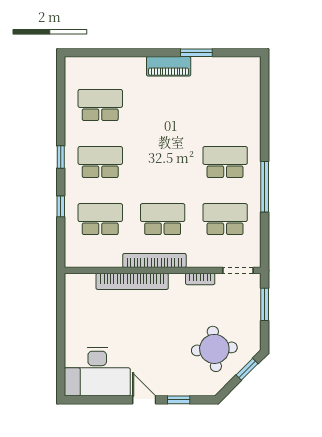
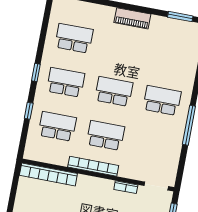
window: (196, 53) -> (180, 17), moved
school desk: (225, 219) -> (114, 91), moved
bookcase: (132, 281) -> (48, 174), moved

